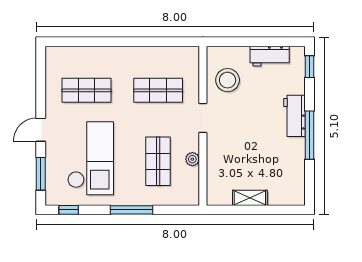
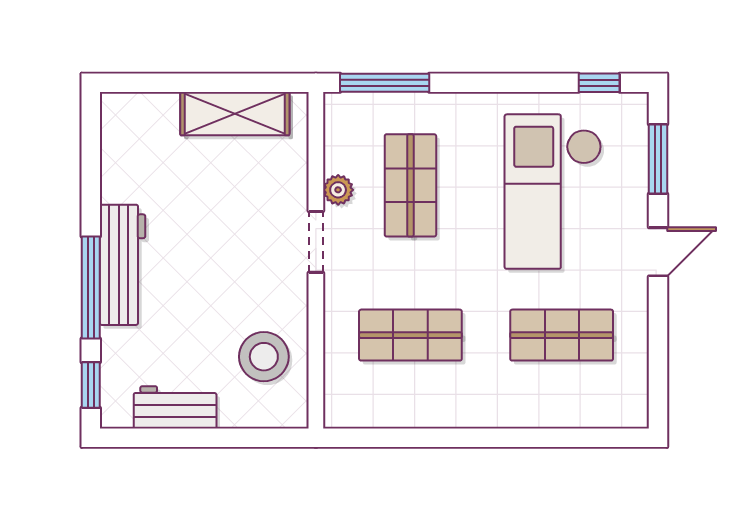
workbench: (294, 116) -> (122, 265), width x1.38
doorway: (203, 118) -> (316, 242), moved
window: (310, 135) -> (91, 287), moved
shelving: (250, 198) -> (235, 114), width x1.50, depth x1.33
window: (132, 210) -> (385, 83), moved

